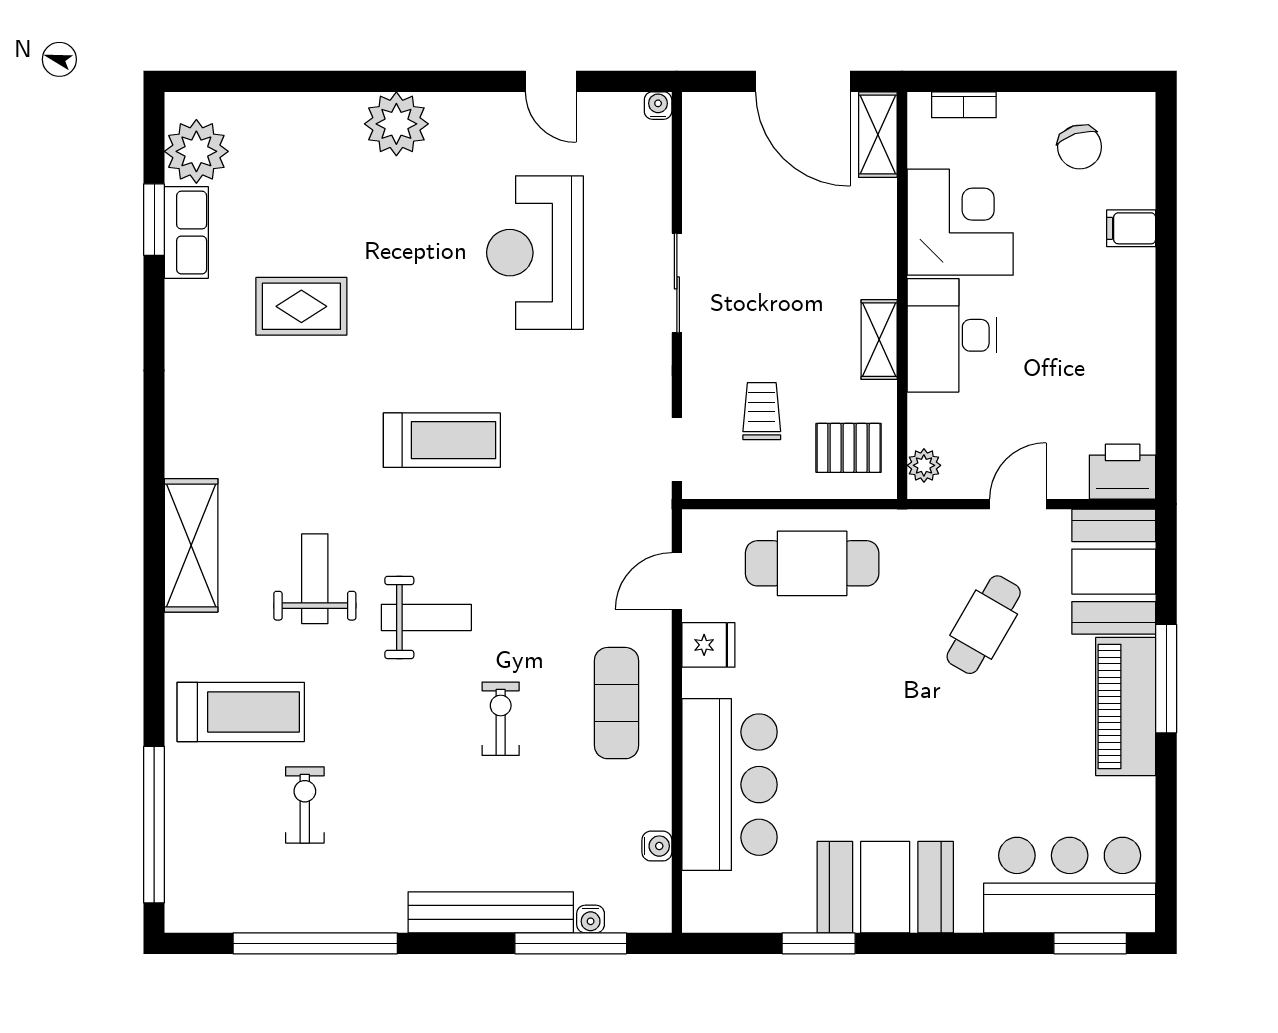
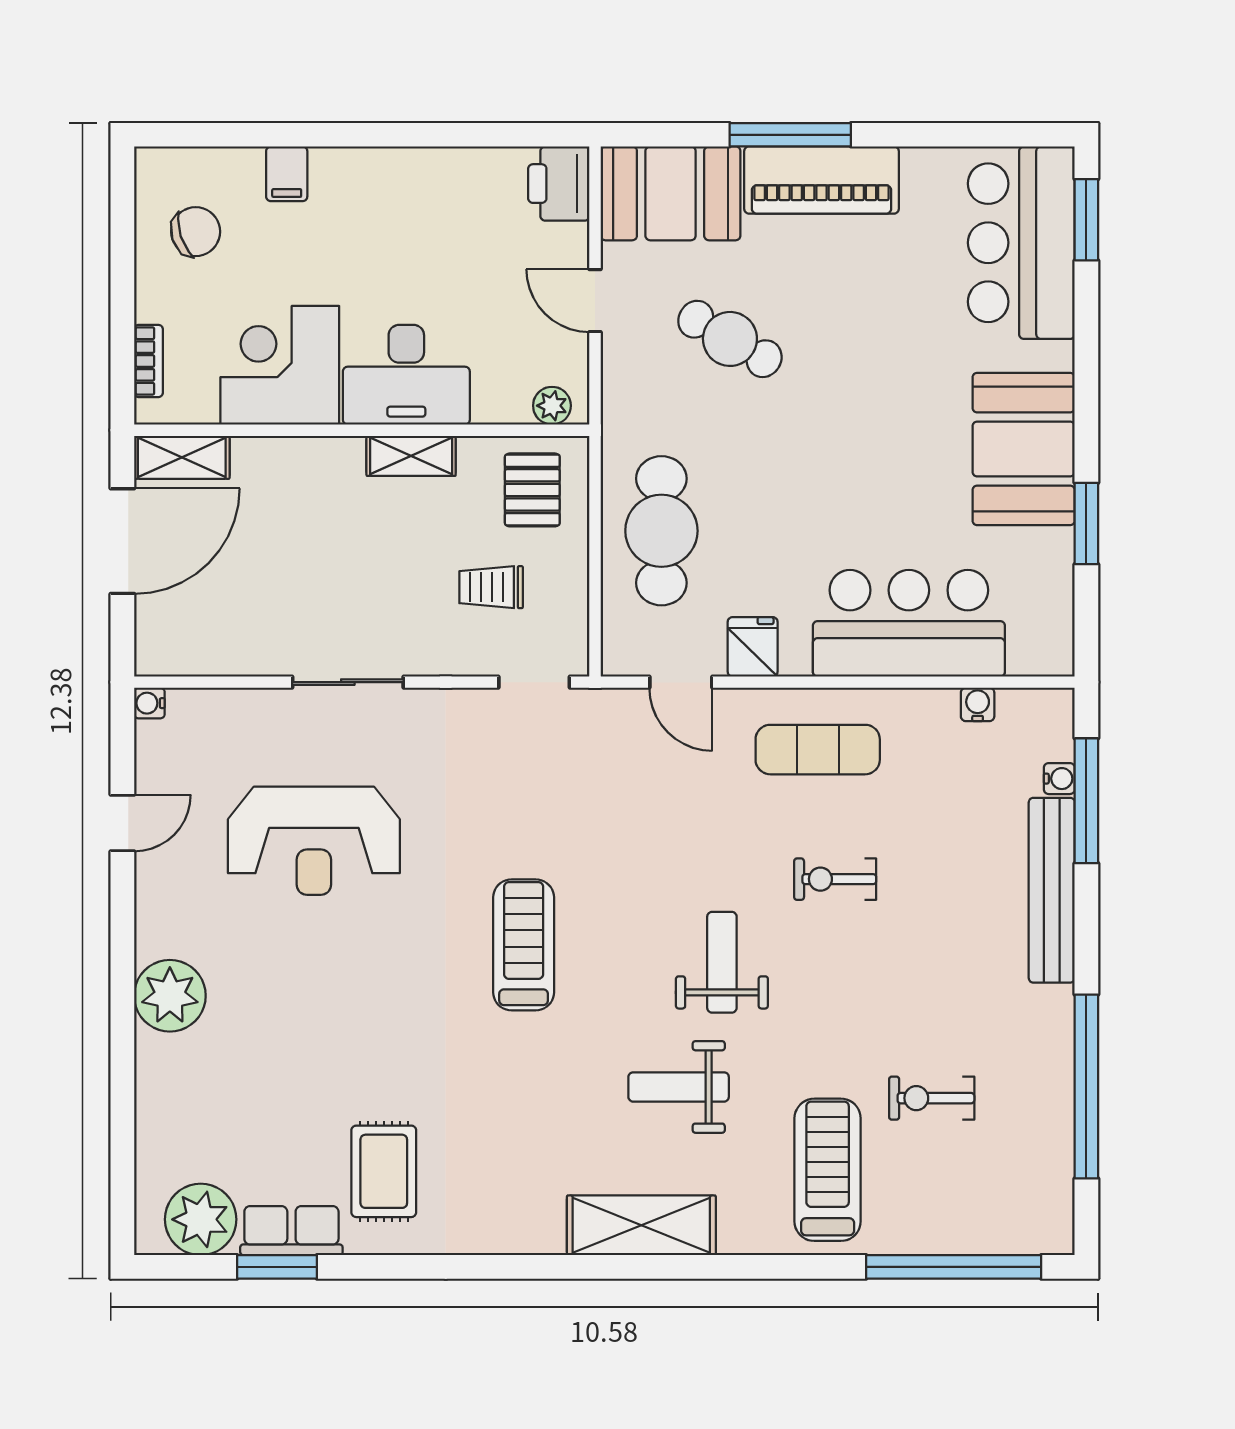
rug: (301, 306) -> (384, 1171), moved

